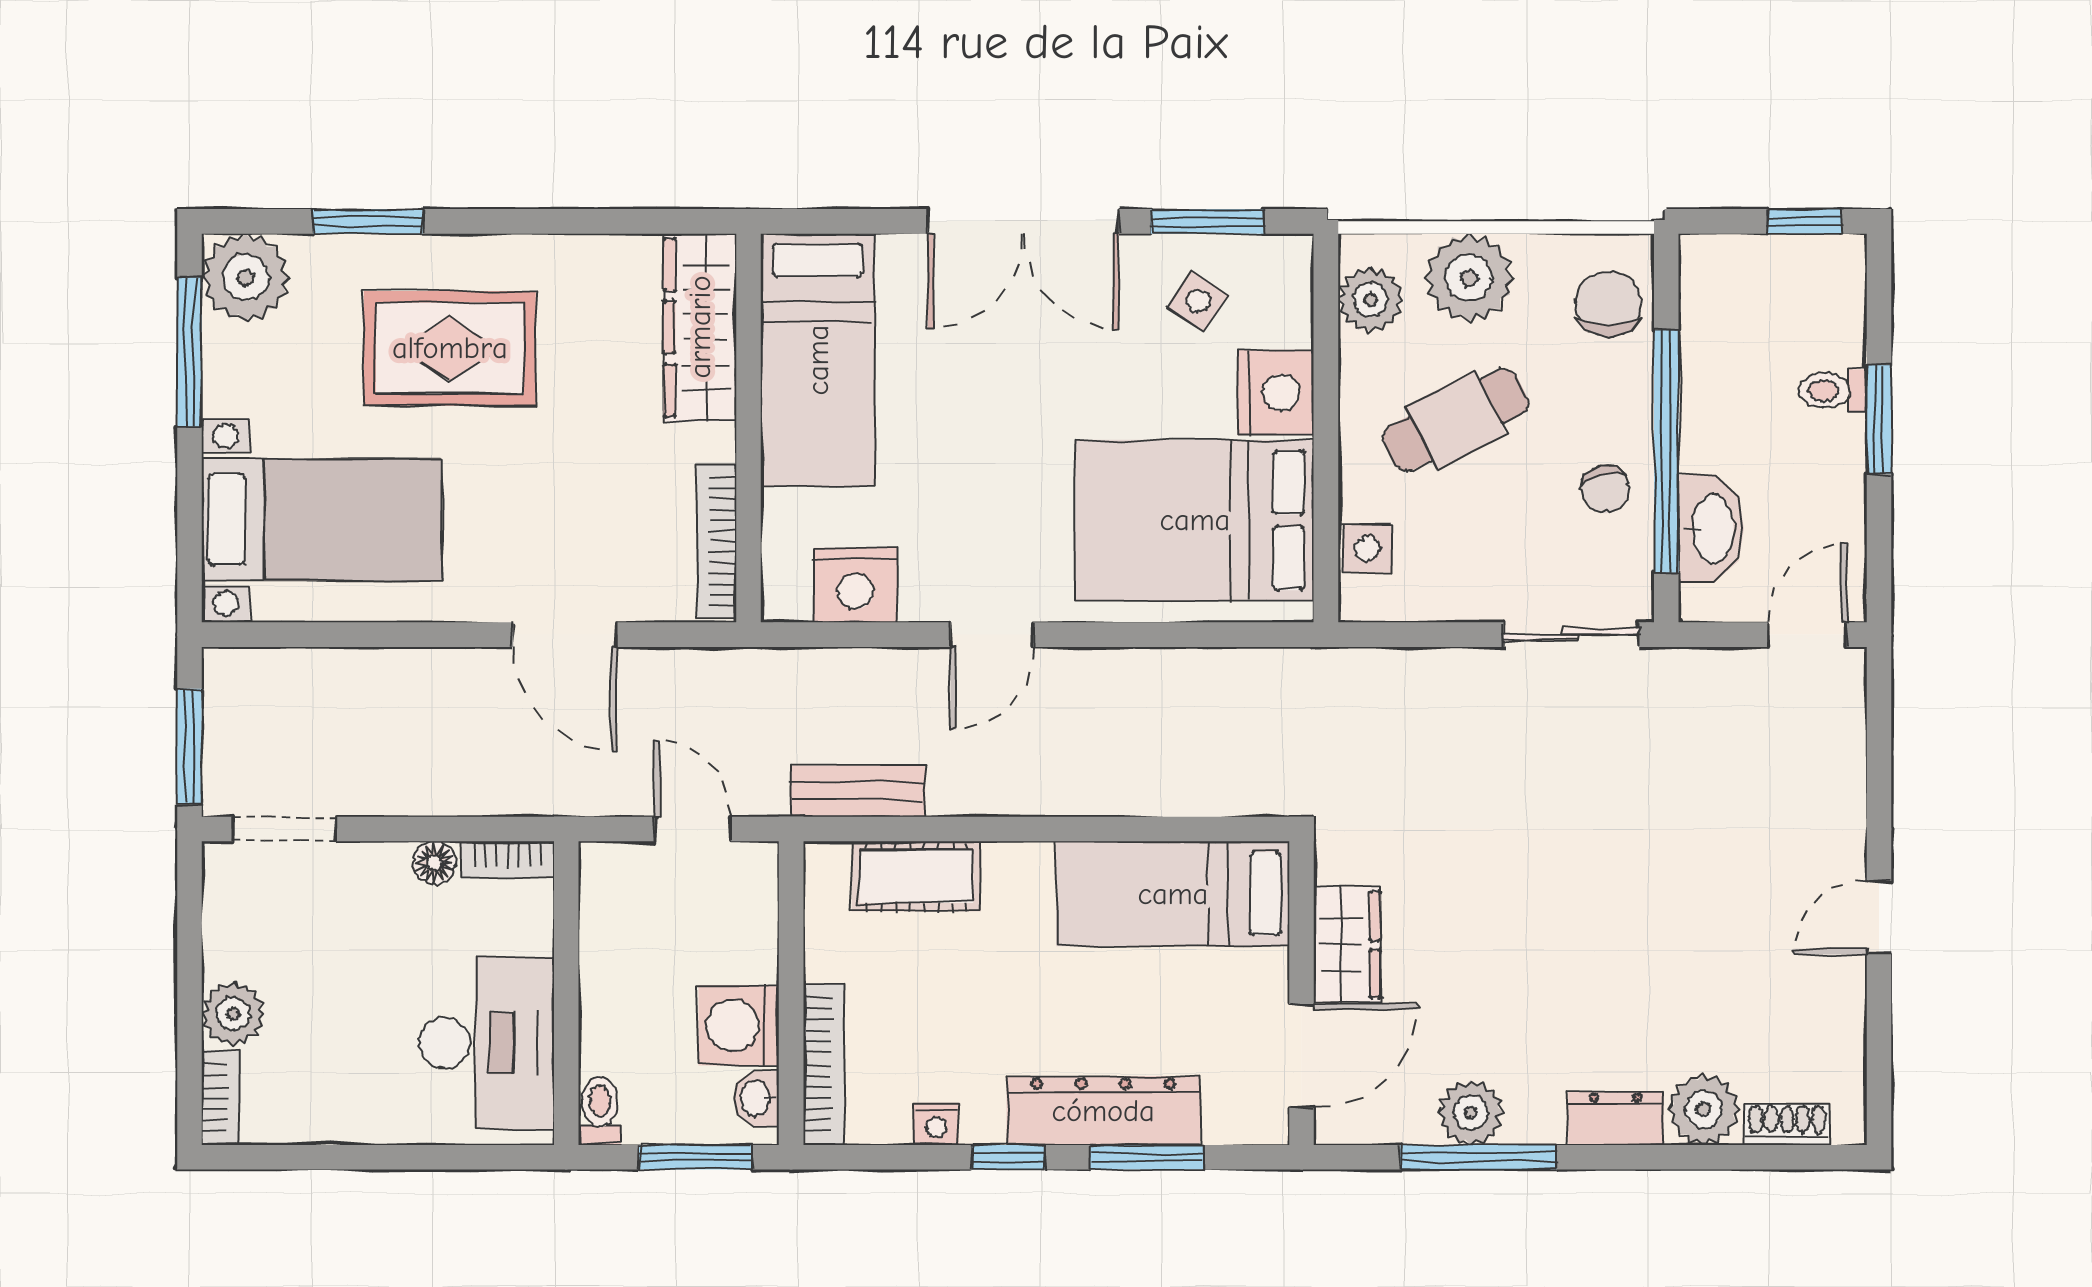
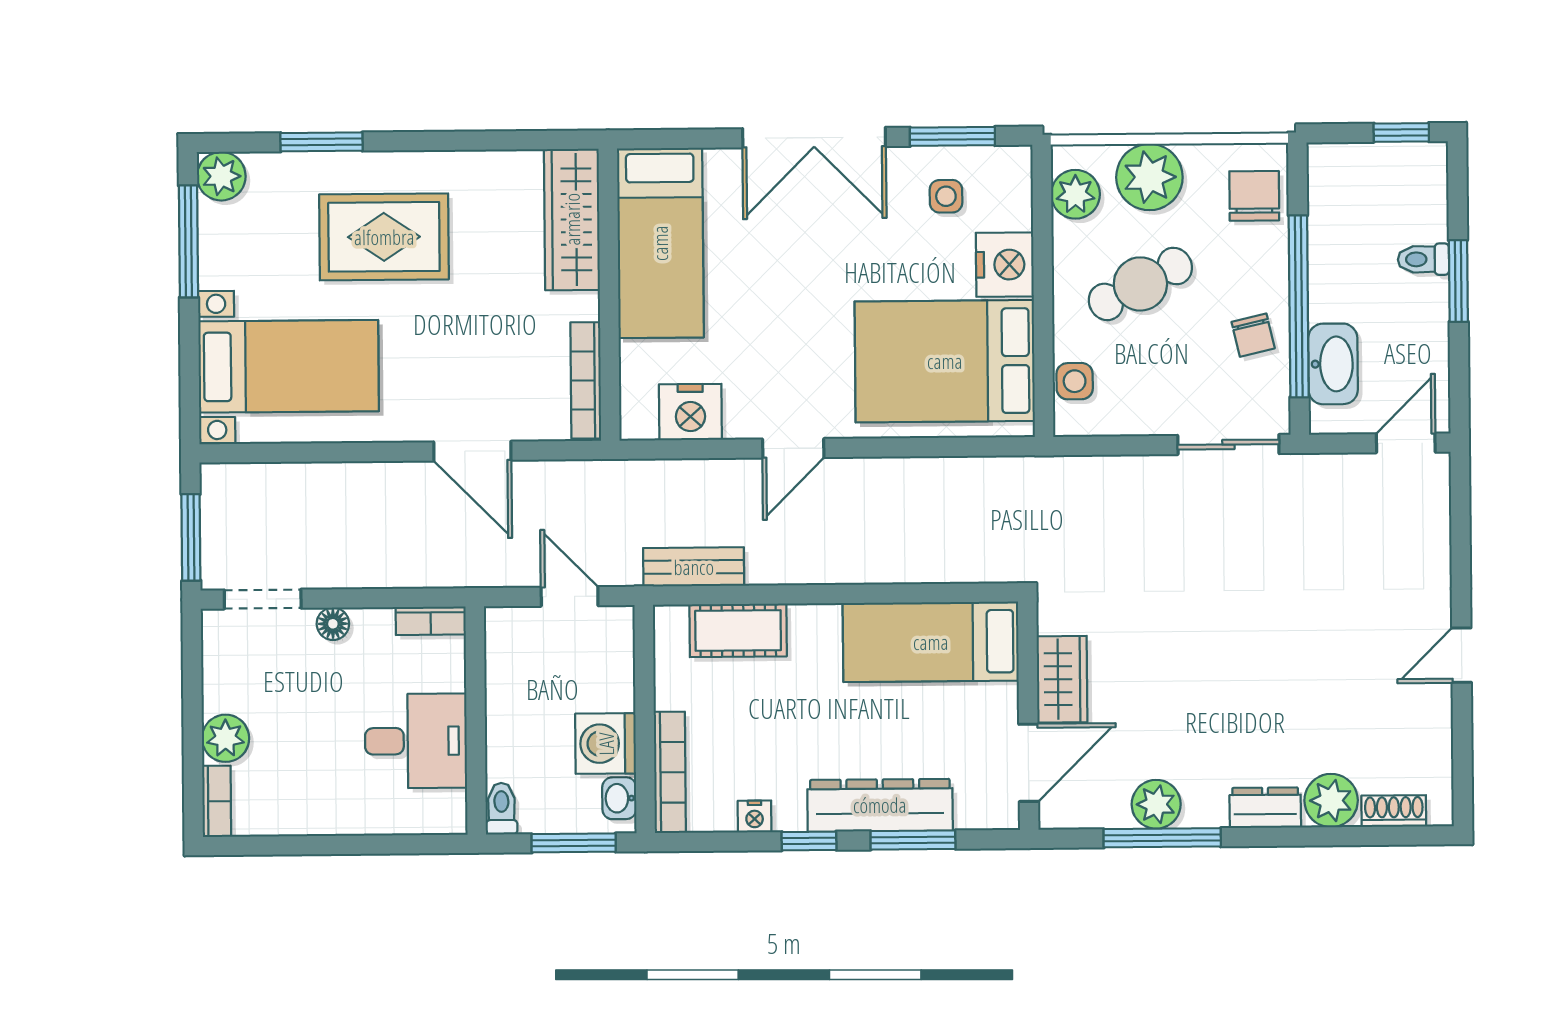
plant: (246, 278) -> (221, 176), width x0.73, depth x0.73
side table: (1198, 301) -> (946, 196), turned -34
floor lamp: (435, 863) -> (333, 624), moved
desk: (486, 1043) -> (416, 741), width x0.73

